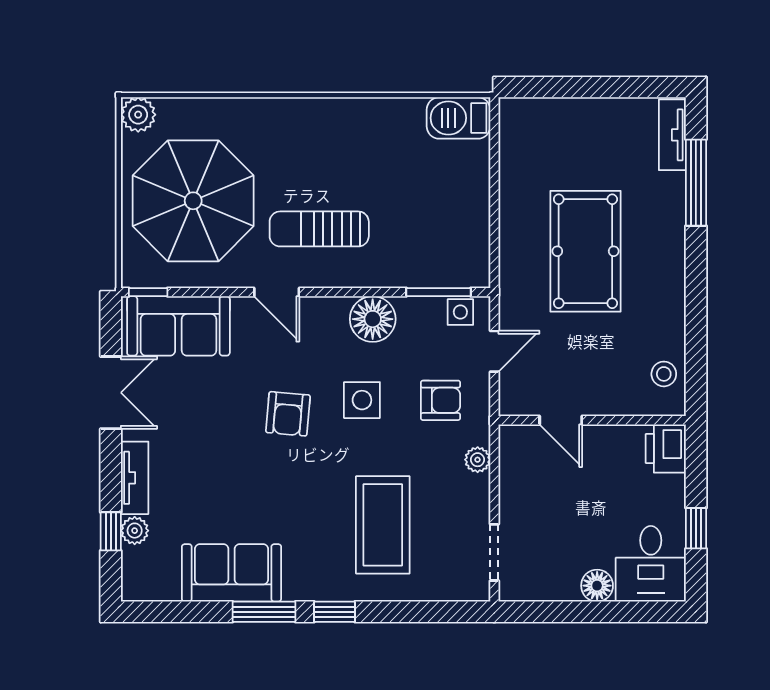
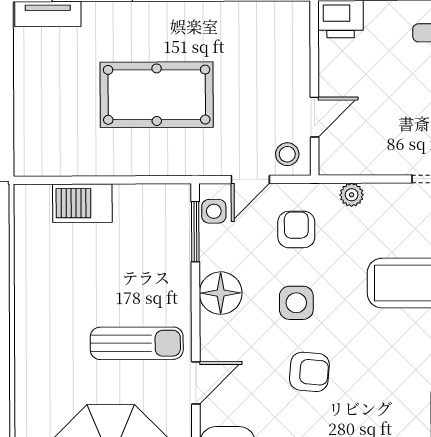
barbecue: (459, 118) -> (82, 203), moved, turned 90
sun lounger: (319, 229) -> (137, 343), turned -90
door: (494, 351) -> (250, 179), swing flipped
stool: (664, 374) -> (287, 154), moved

